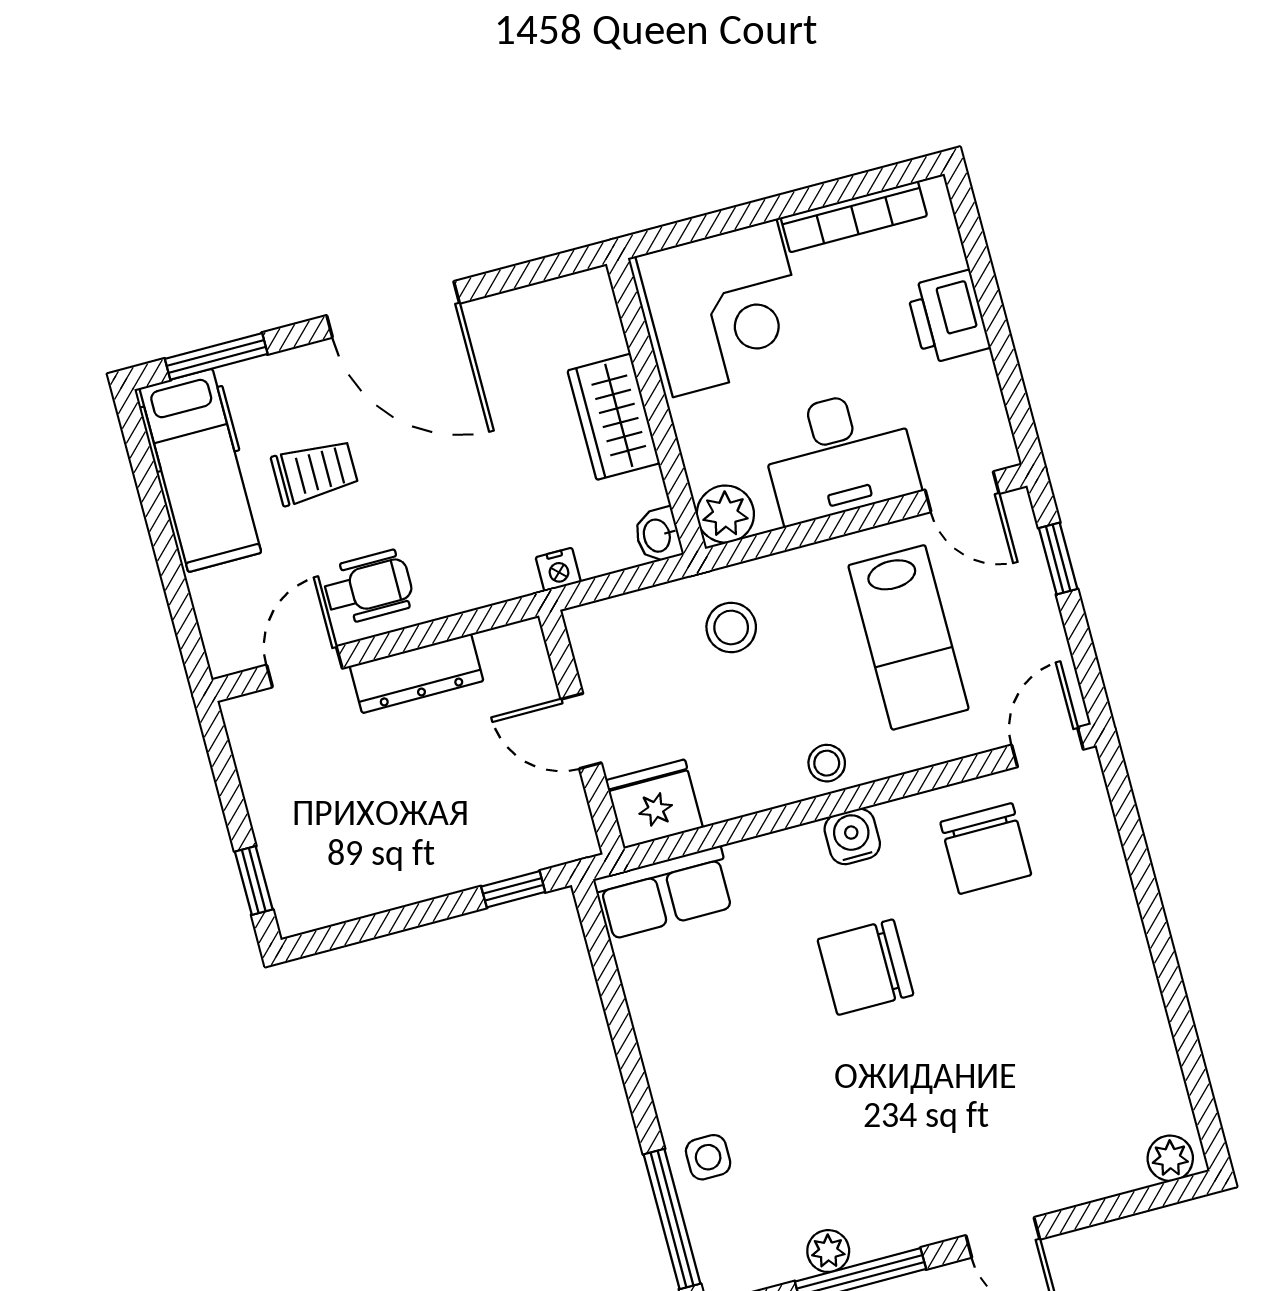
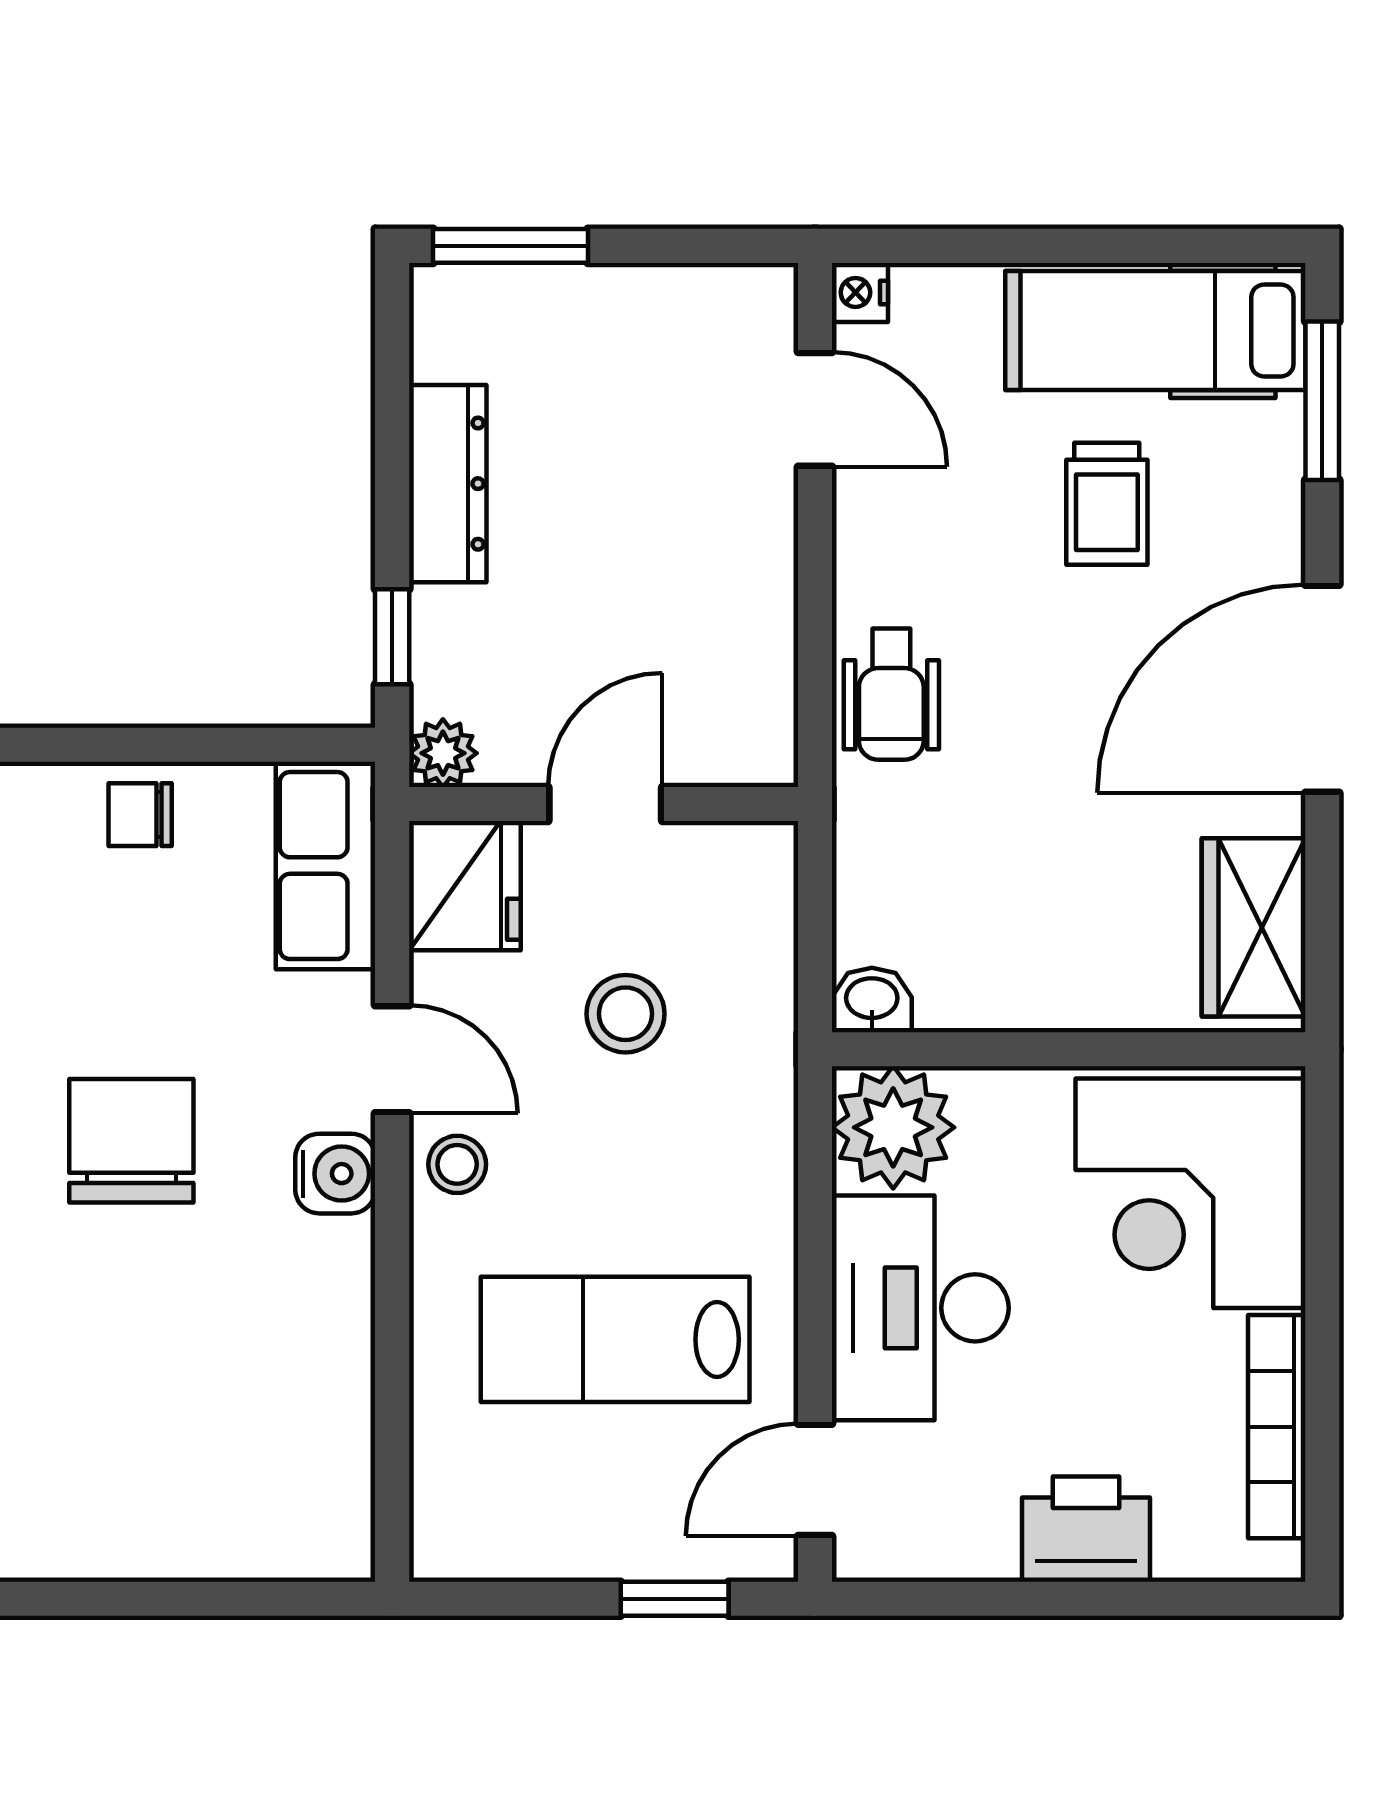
wardrobe: (614, 417) -> (1254, 927), moved, turned -90
plant: (725, 514) -> (893, 1127), width x1.36, depth x1.36
nightstand: (558, 570) -> (860, 292), moved
wheelchair: (368, 587) -> (891, 694), moved
stool: (731, 627) -> (626, 1014), moved
dresser: (417, 673) -> (448, 484), moved, turned 180
door: (1047, 747) -> (392, 1059), moved
plant: (576, 839) -> (443, 753), added
chair: (986, 849) -> (140, 815), moved, width x0.54, depth x0.54
window: (254, 881) -> (510, 246), width x1.50

